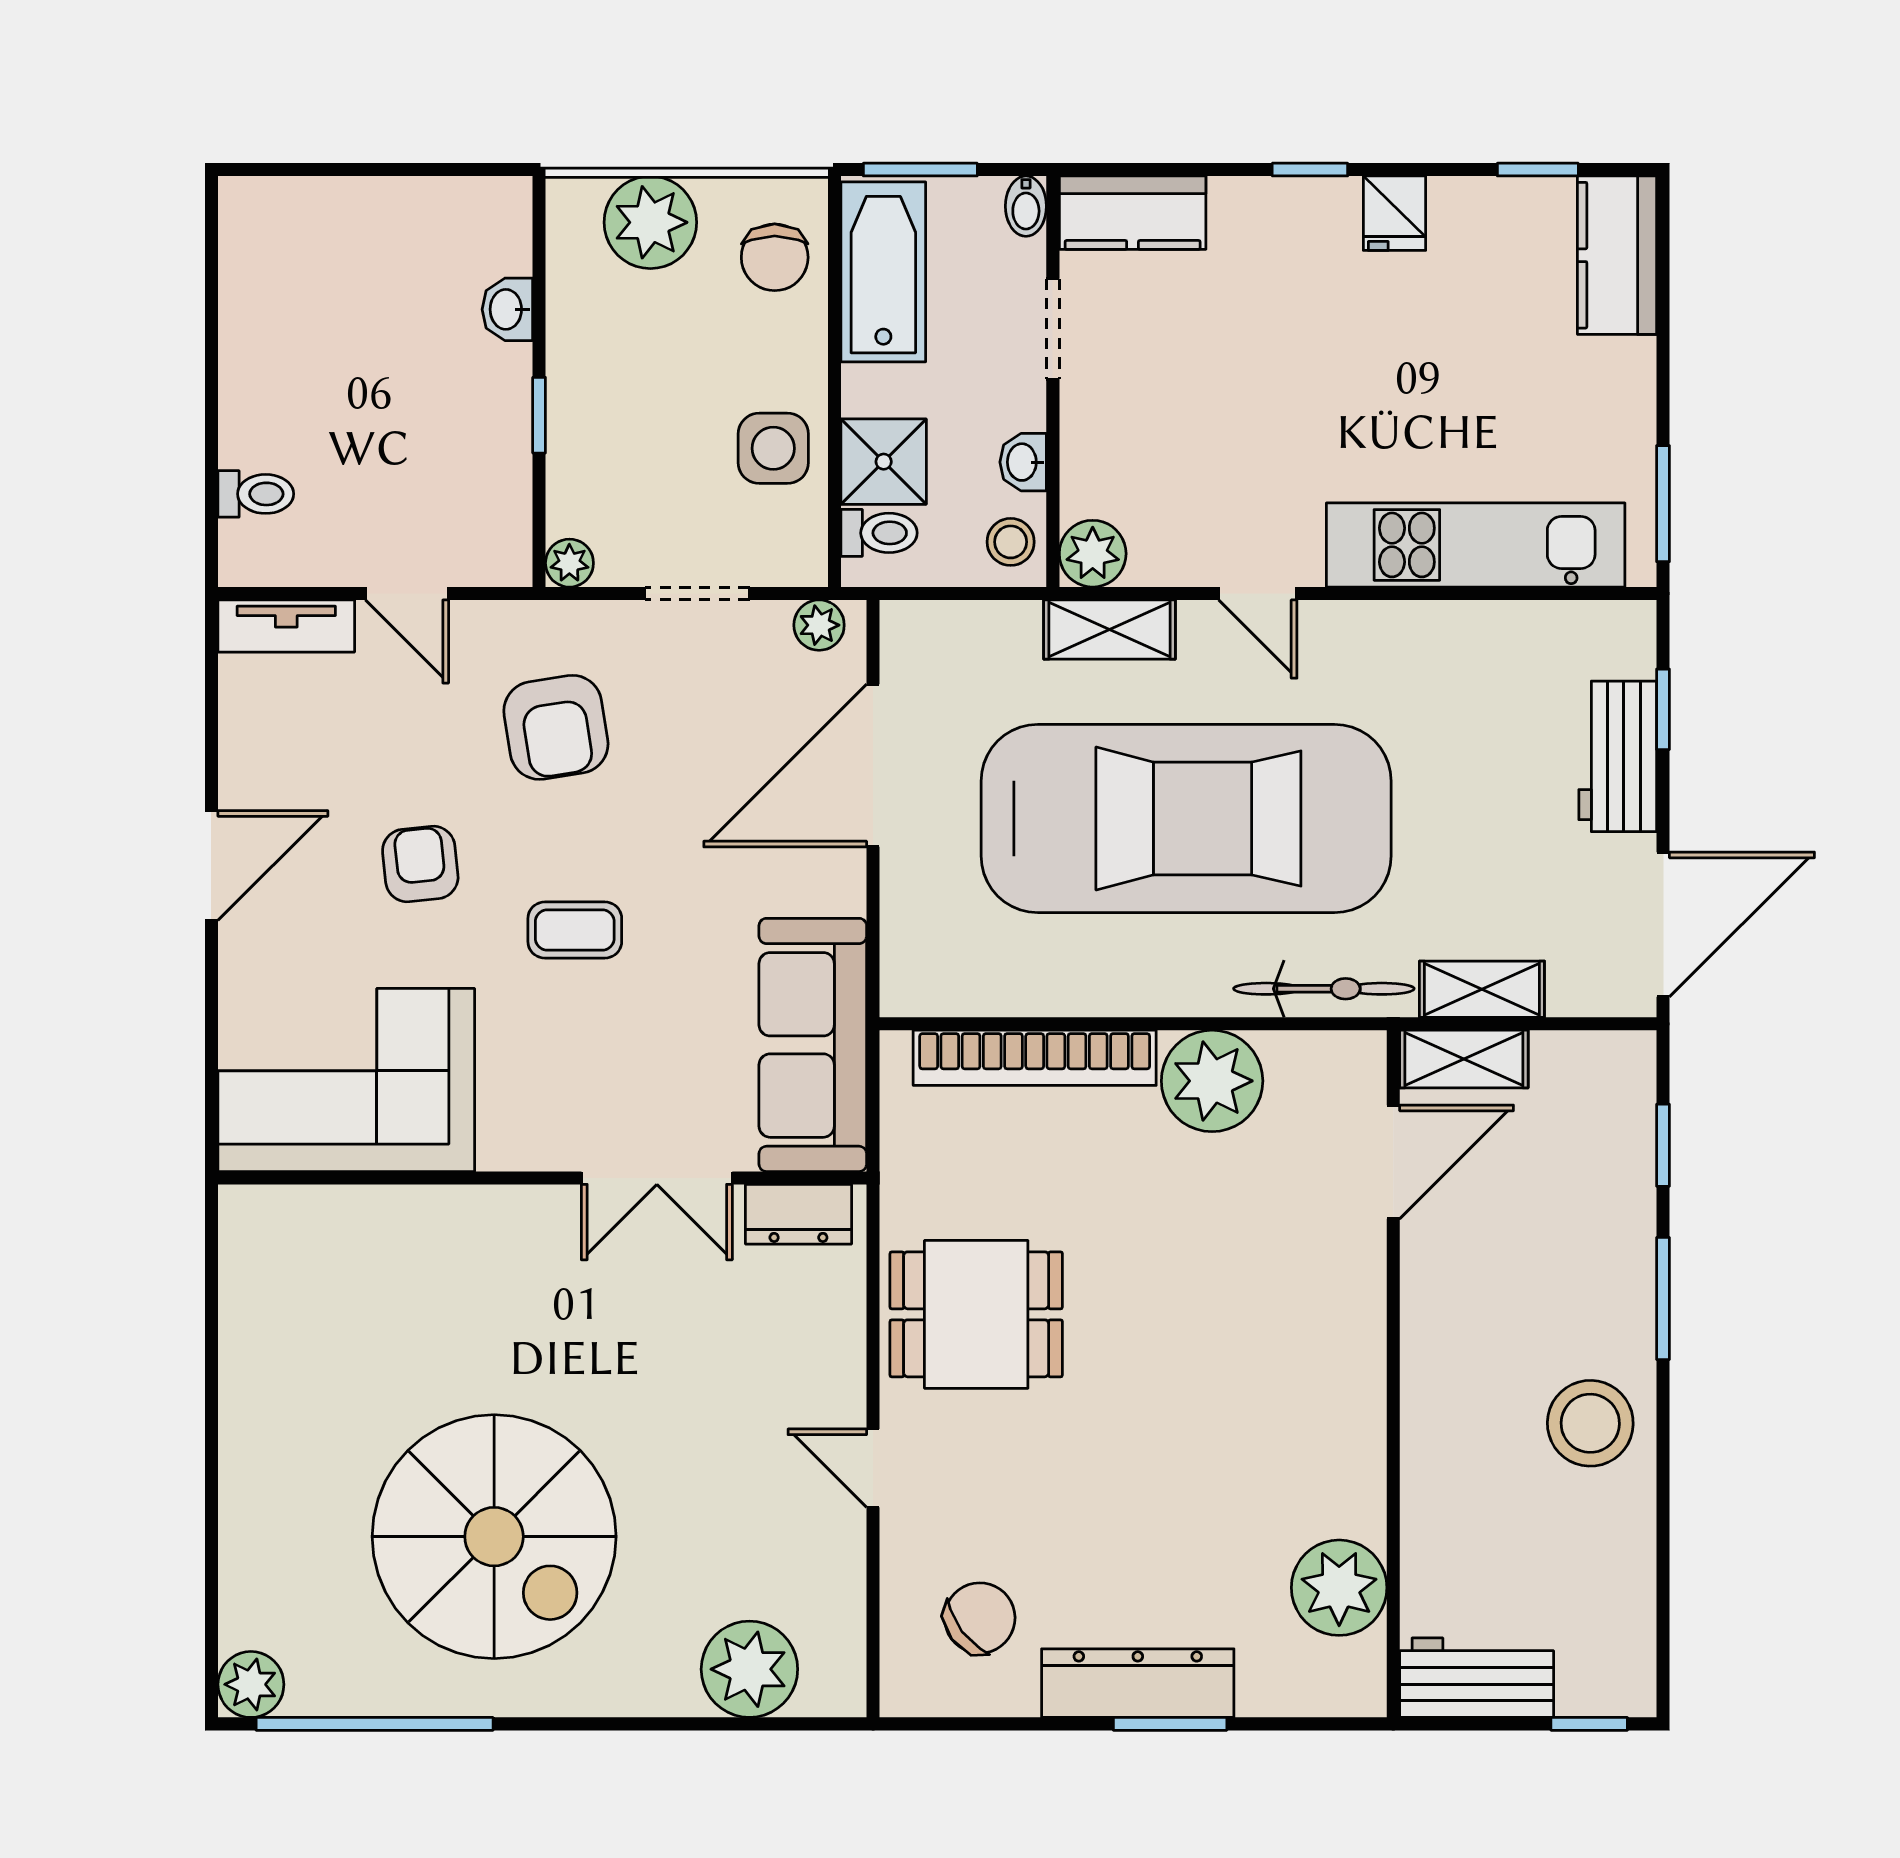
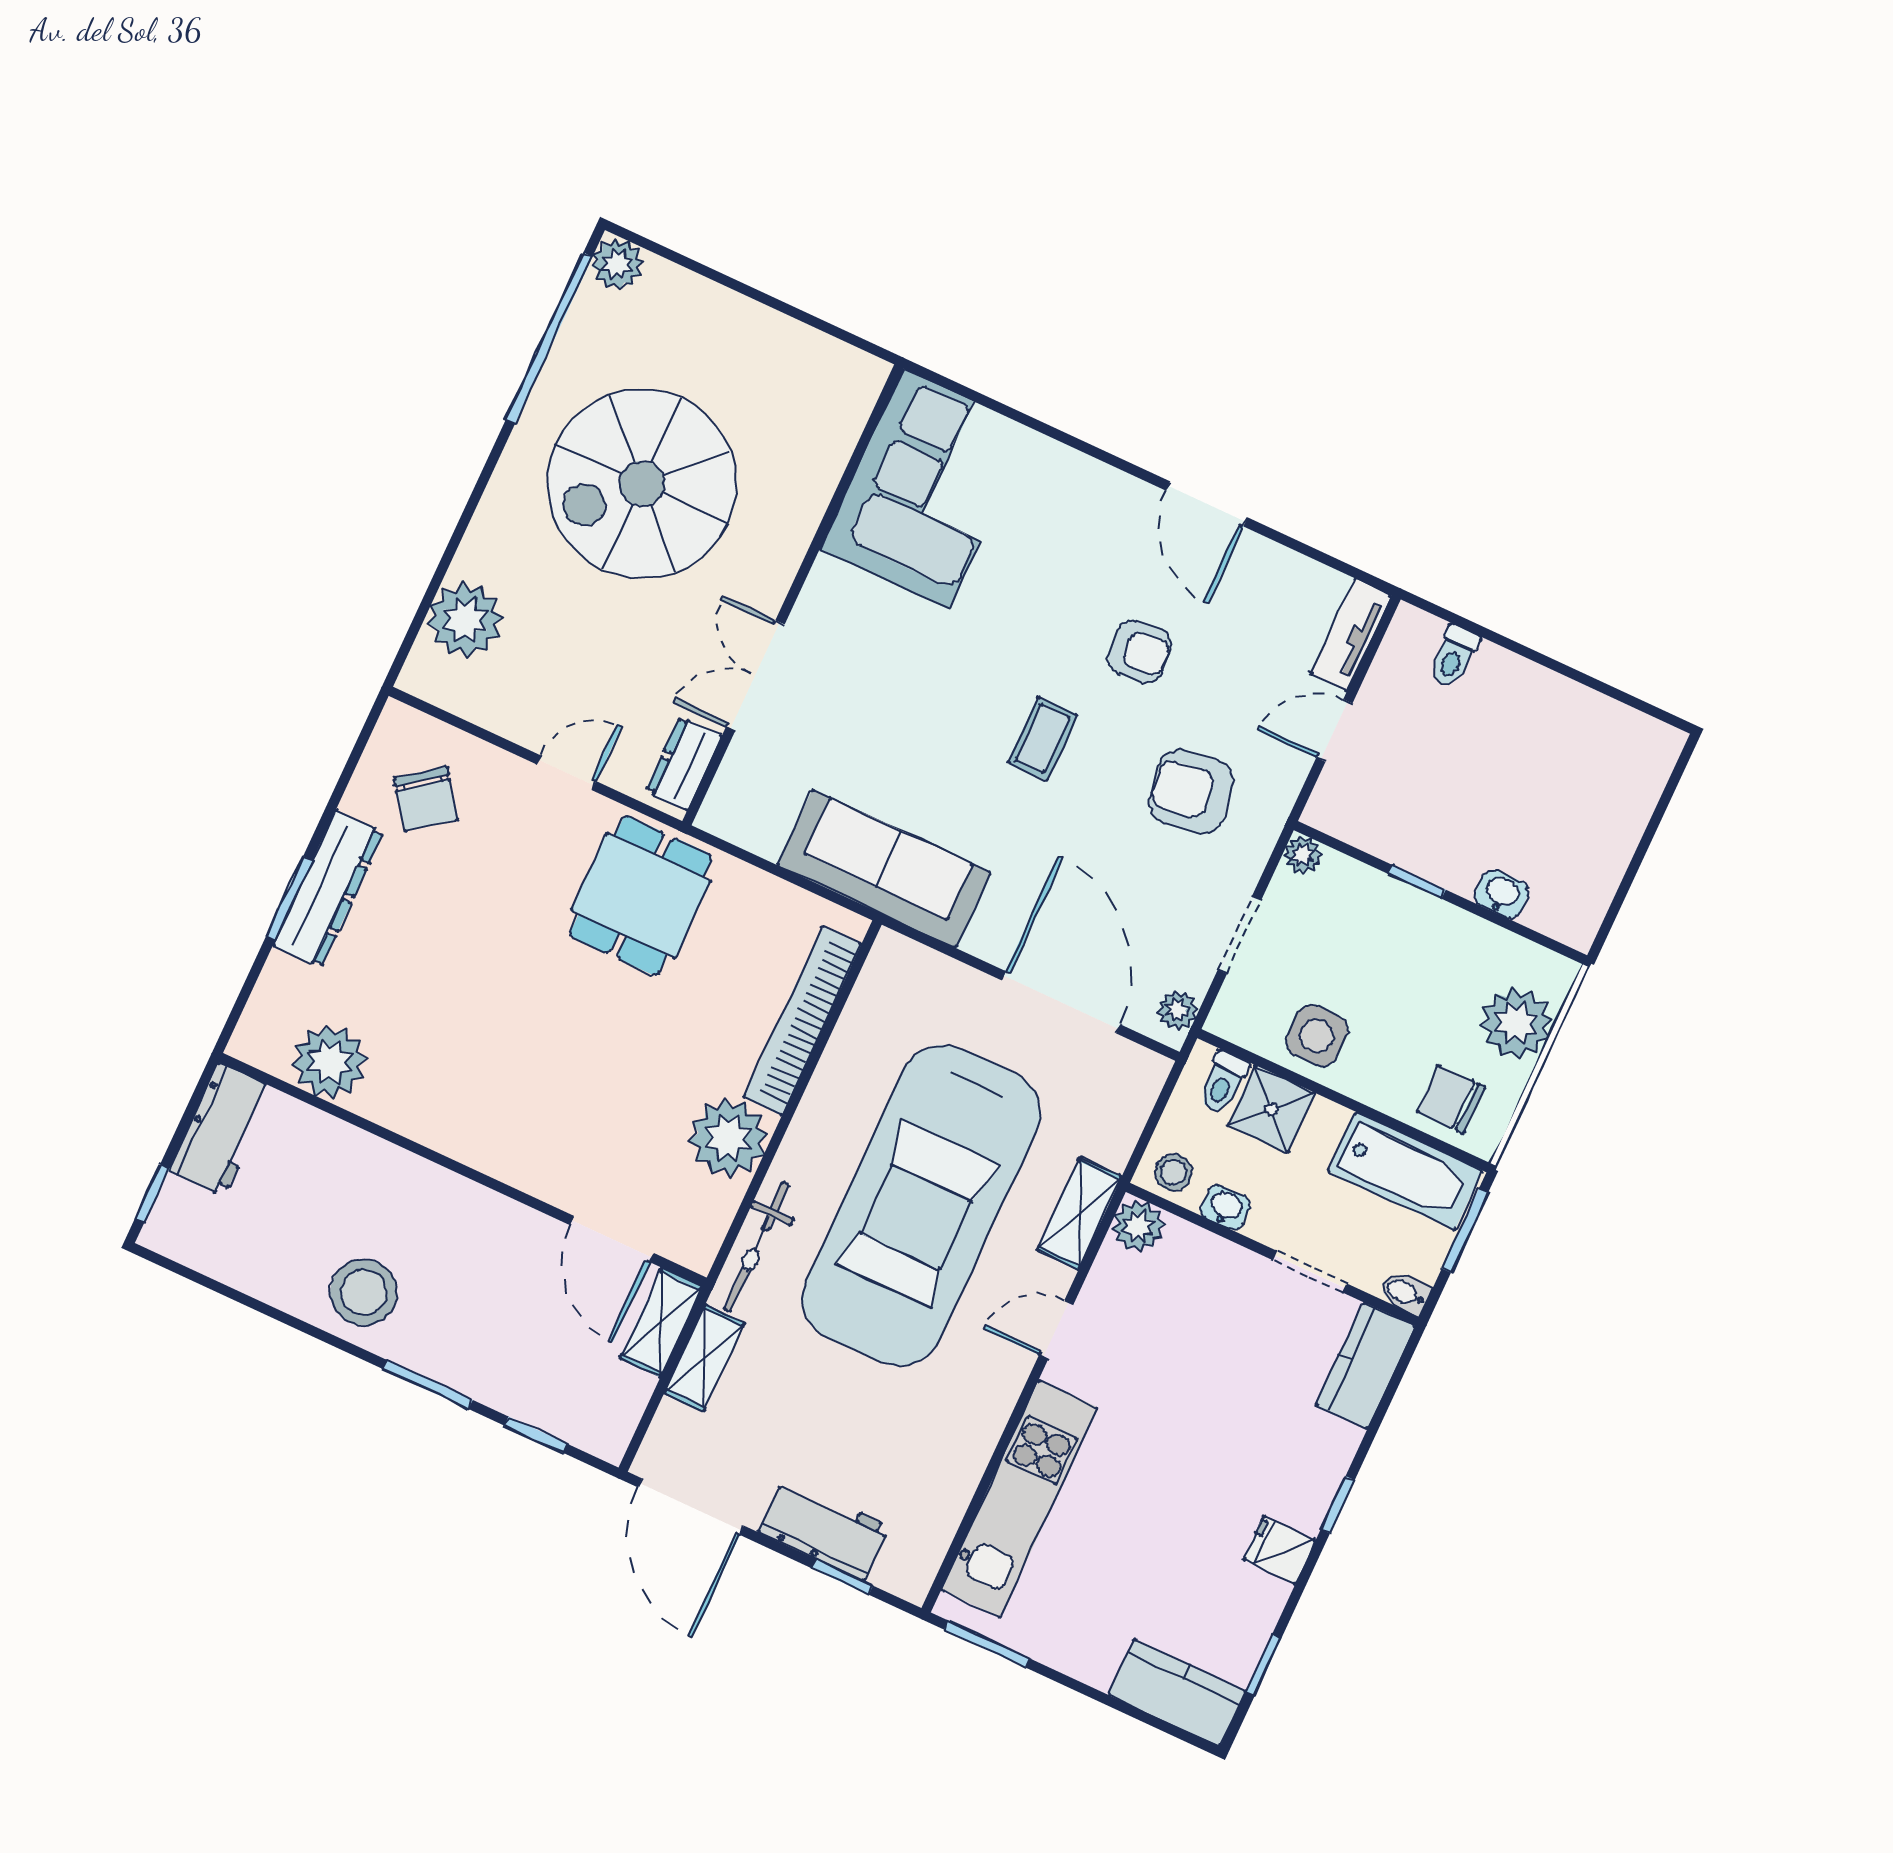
corner sofa: (346, 1080) -> (926, 489), moved
wall: (542, 1178) -> (793, 595), moved
double door: (657, 1178) -> (755, 676), moved
dresser: (798, 1214) -> (684, 763), moved

